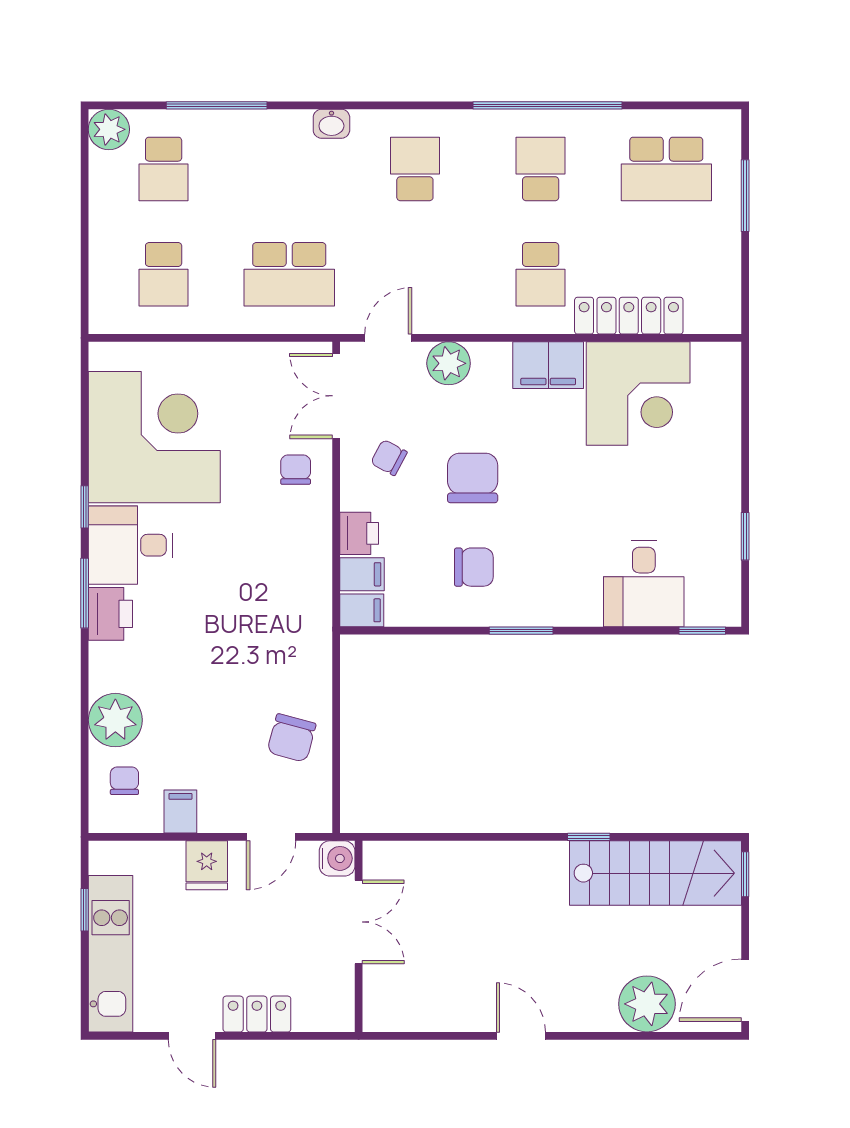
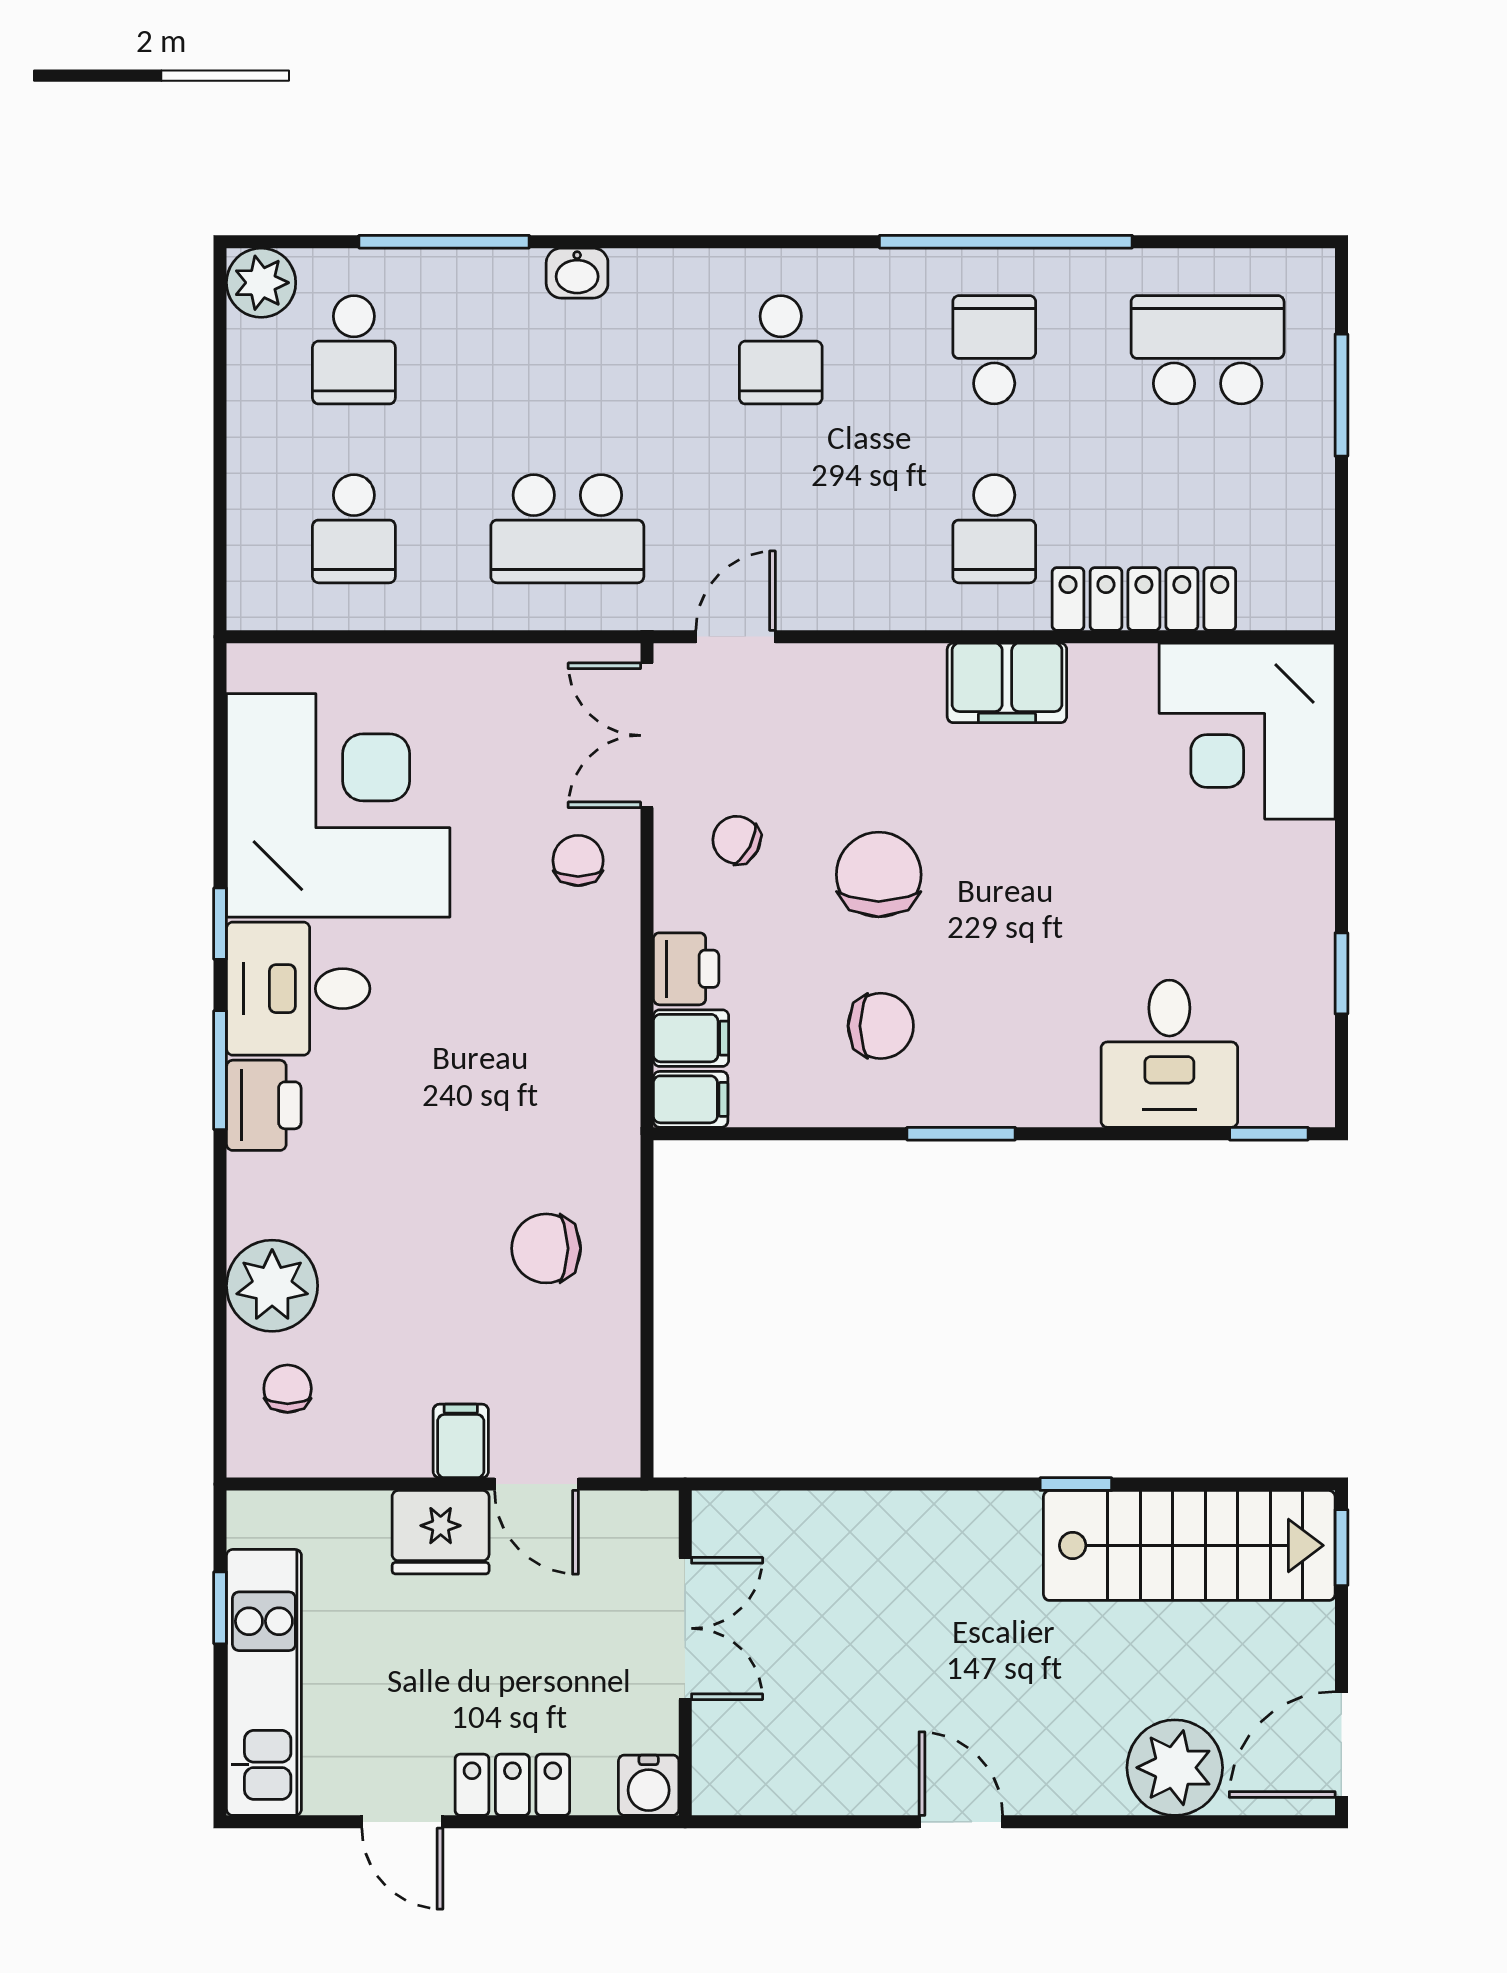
washbasin: (331, 124) -> (577, 273), moved
school desk: (415, 169) -> (781, 350), turned 180
school desk: (666, 169) -> (1208, 350), turned 180
plant: (449, 363) -> (838, 680), removed
corner desk: (638, 393) -> (1247, 731), moved, turned 90
chair: (292, 738) -> (546, 1248), moved, turned 75
filing cabinet: (180, 812) -> (461, 1441), moved
door: (271, 837) -> (536, 1484), hinge flipped
water cooler: (337, 858) -> (649, 1785), moved, turned 90
fridge: (207, 865) -> (441, 1532), width x1.38

